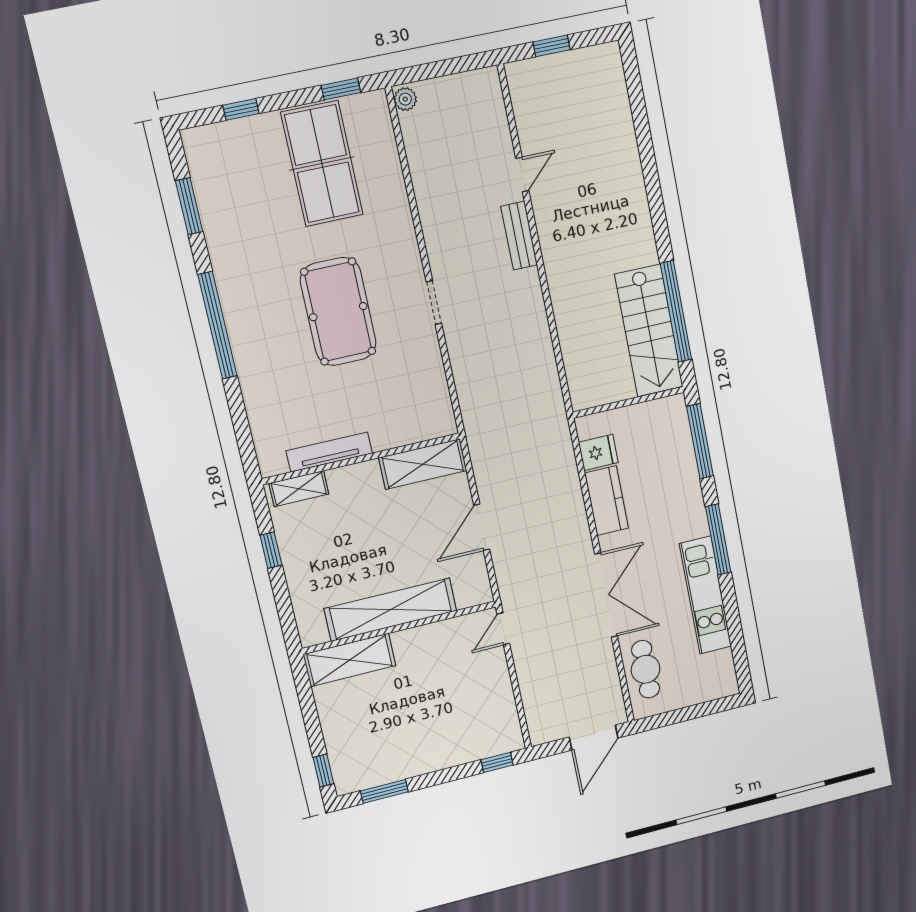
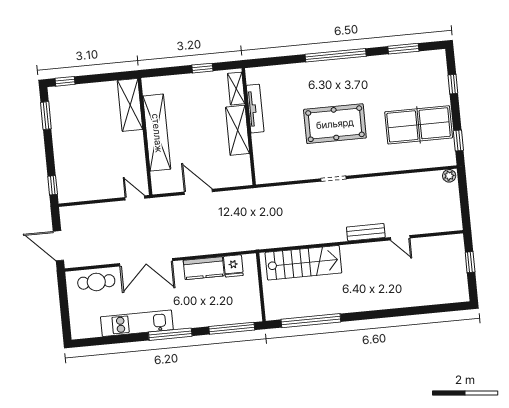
stairs: (649, 331) -> (303, 263), moved, turned 180
shelving: (423, 464) -> (238, 130), moved

